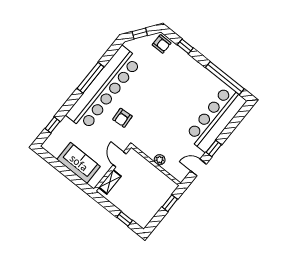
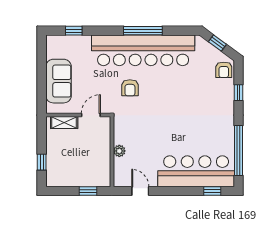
armchair: (122, 118) -> (130, 88), turned -86
window: (214, 148) -> (212, 191), moved

